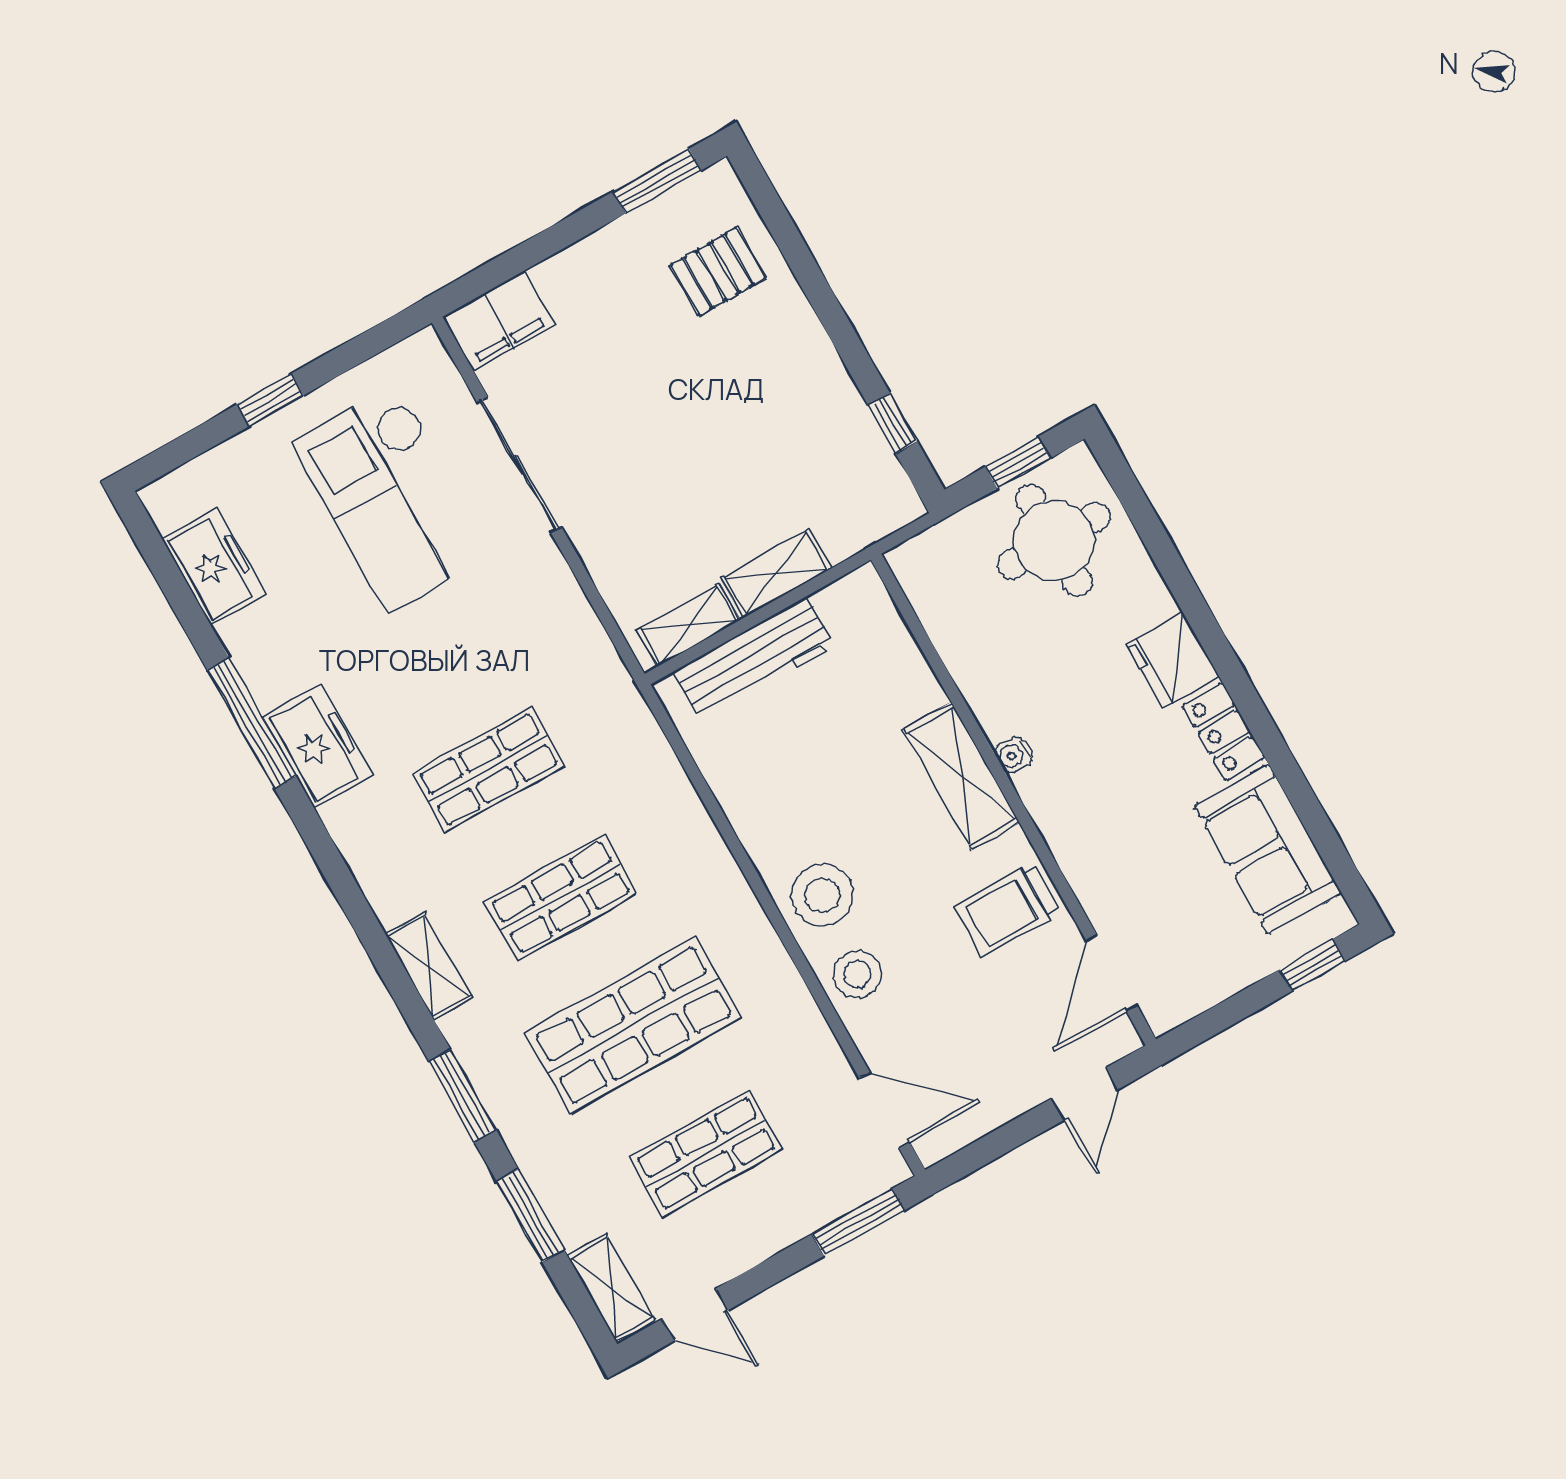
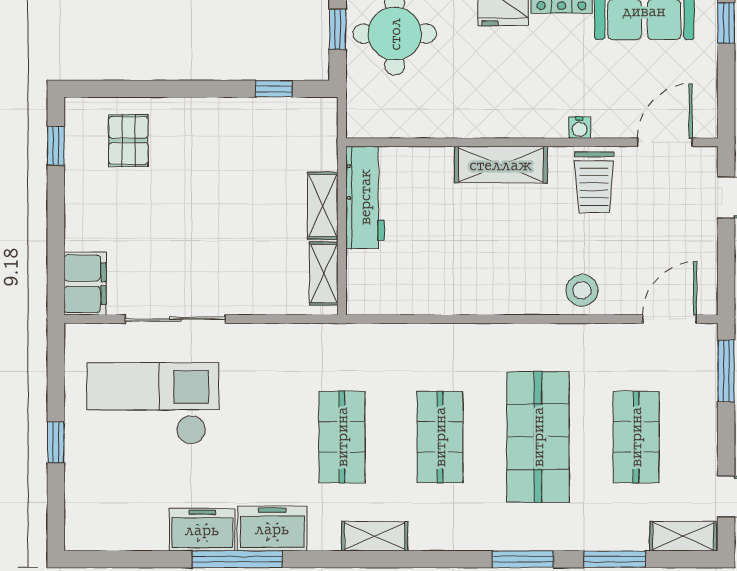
window: (657, 181) -> (56, 146), width x0.67
checkout: (393, 498) -> (153, 403), turned 180
freezer: (214, 567) -> (202, 530), moved
workbench: (754, 659) -> (365, 197), moved
water cooler: (1013, 755) -> (580, 128), moved
stool: (822, 895) -> (524, 285), removed
shelving: (429, 966) -> (375, 536), moved
door: (1112, 973) -> (665, 142), swing flipped

